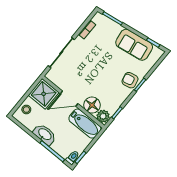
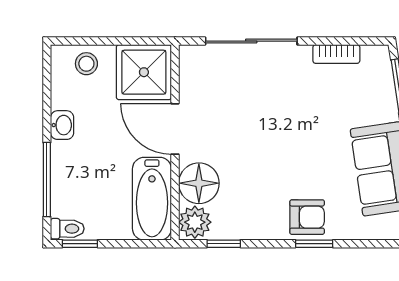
armchair: (130, 80) -> (307, 217), turned 102
washbasin: (45, 134) -> (62, 125), width x0.52, depth x0.69

